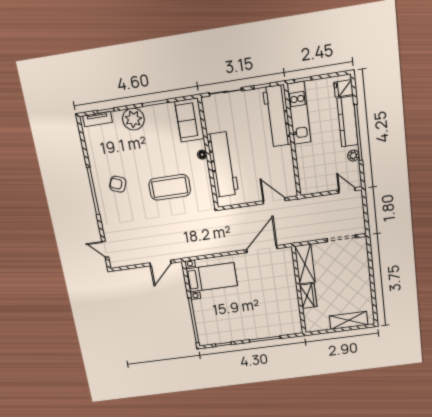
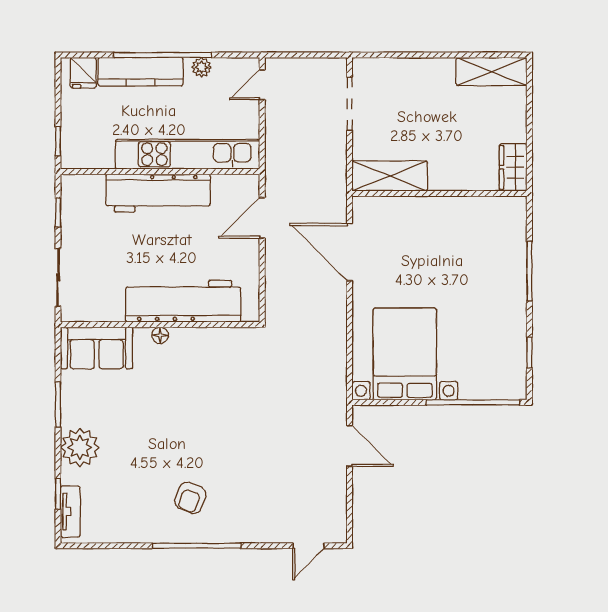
kitchen unit: (299, 113) -> (188, 154), moved, width x1.36
workbench: (277, 116) -> (158, 193), moved
coffee table: (170, 187) -> (210, 404), removed
bed with nightstands: (212, 277) -> (405, 354), width x1.36
wardrobe: (308, 296) -> (513, 167), moved, turned -90
shelving: (349, 320) -> (492, 72), moved, turned 90

